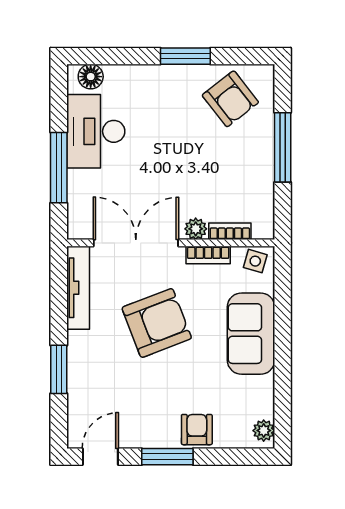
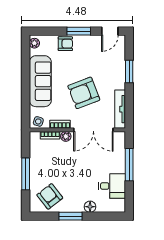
floor lamp: (91, 77) -> (90, 207), moved
desk: (96, 131) -> (112, 186), width x0.73
sofa: (251, 334) -> (40, 81), width x1.36
armchair: (197, 430) -> (65, 44), turned -90

